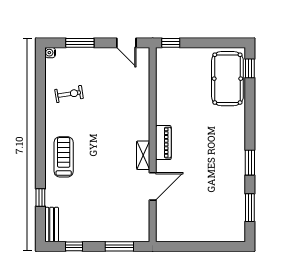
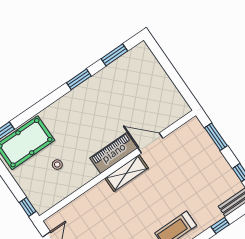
stool: (189, 94) -> (57, 165), added
piano: (163, 143) -> (114, 153), width x1.37, depth x1.33
shelving: (143, 155) -> (127, 173), width x1.50, depth x1.33

